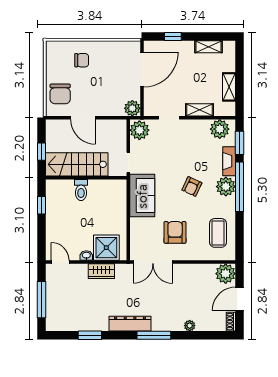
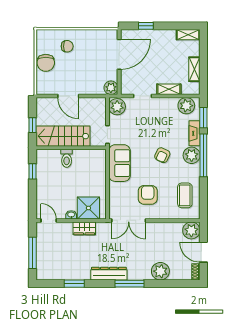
shelving: (209, 47) -> (188, 35), moved
chair: (60, 94) -> (46, 63), moved
door: (240, 299) -> (203, 252), hinge flipped
plant: (190, 326) -> (160, 271), width x1.88, depth x1.88

